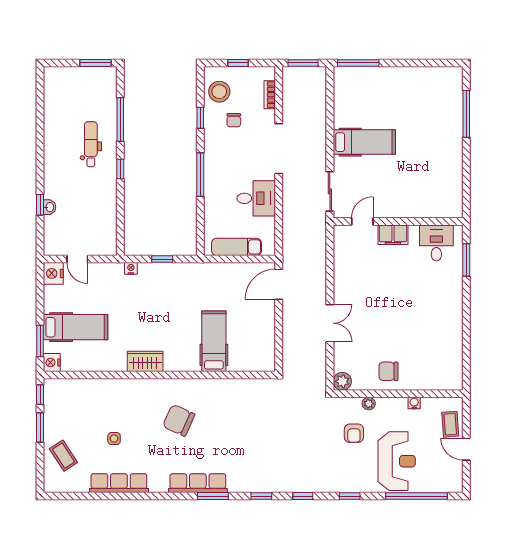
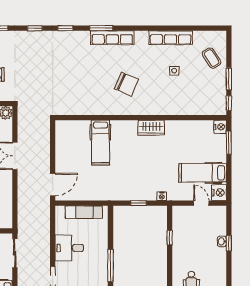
window: (120, 169) -> (170, 238), moved
hospital bed: (75, 327) -> (203, 173), moved

